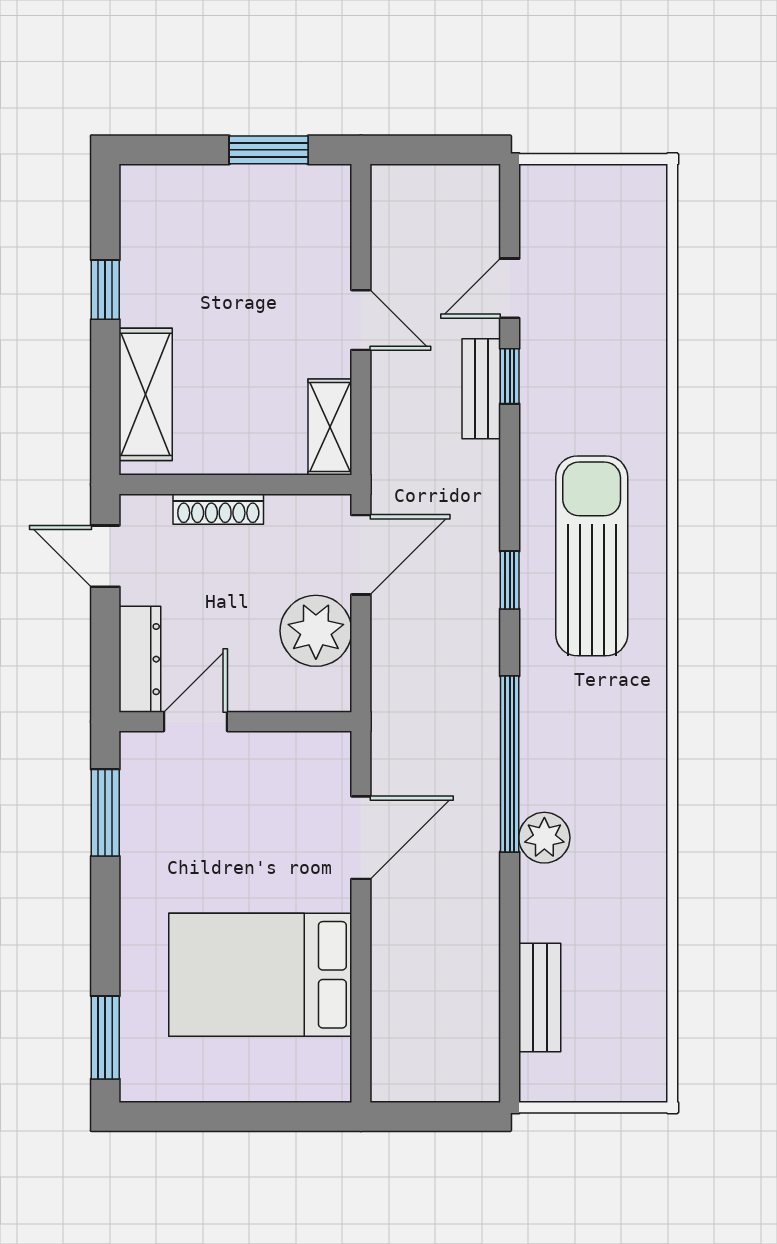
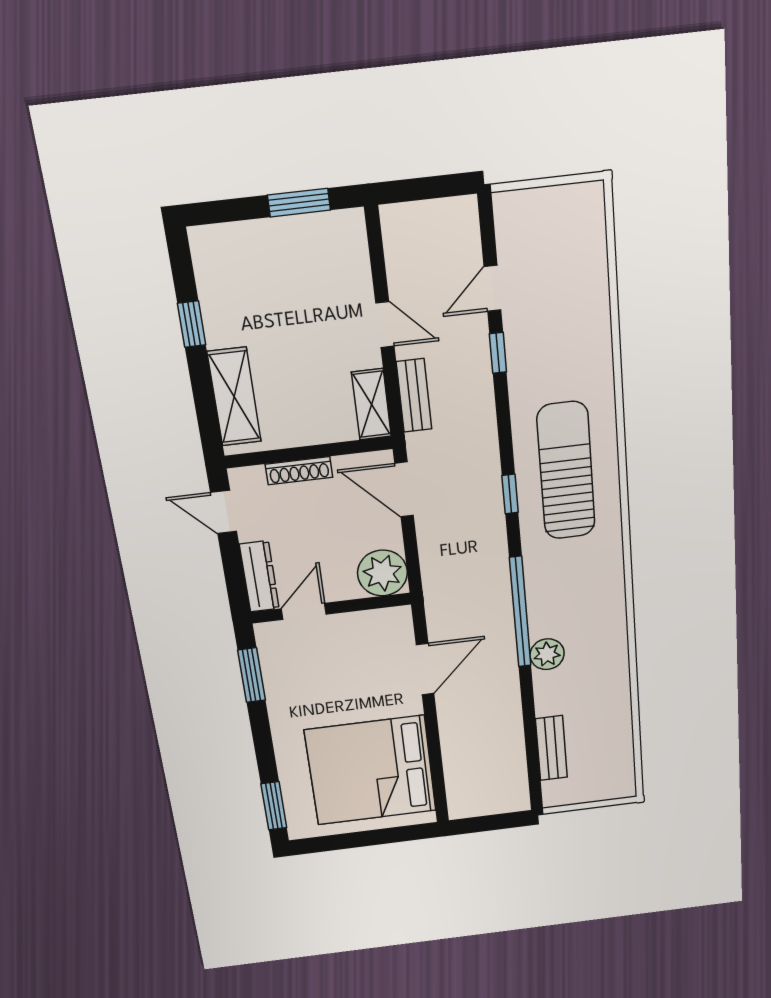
bench: (481, 389) -> (414, 396), moved
door: (361, 555) -> (404, 489), swing flipped
plant: (316, 631) -> (382, 573), moved
bed: (260, 975) -> (371, 770), width x1.36

